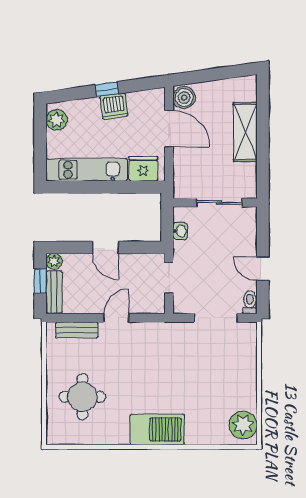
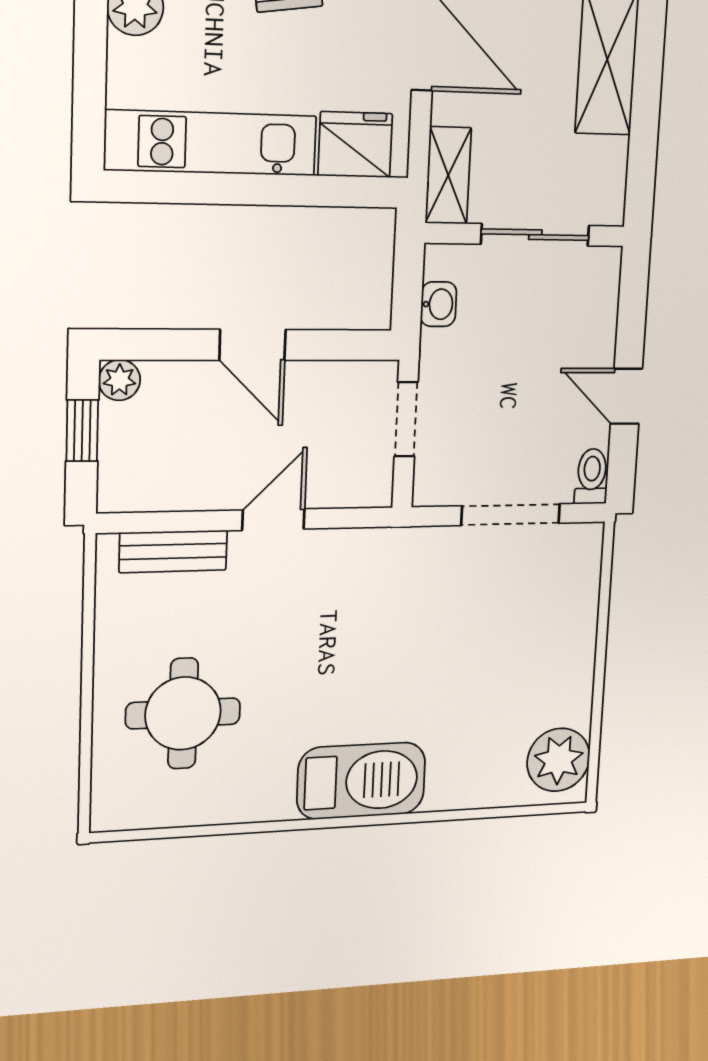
shelving: (182, 180) -> (448, 175), added
bench: (54, 292) -> (118, 458), removed

